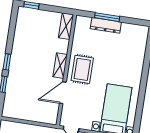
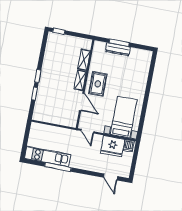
shelving: (66, 26) -> (84, 60), moved
door: (63, 93) -> (82, 102), swing flipped

